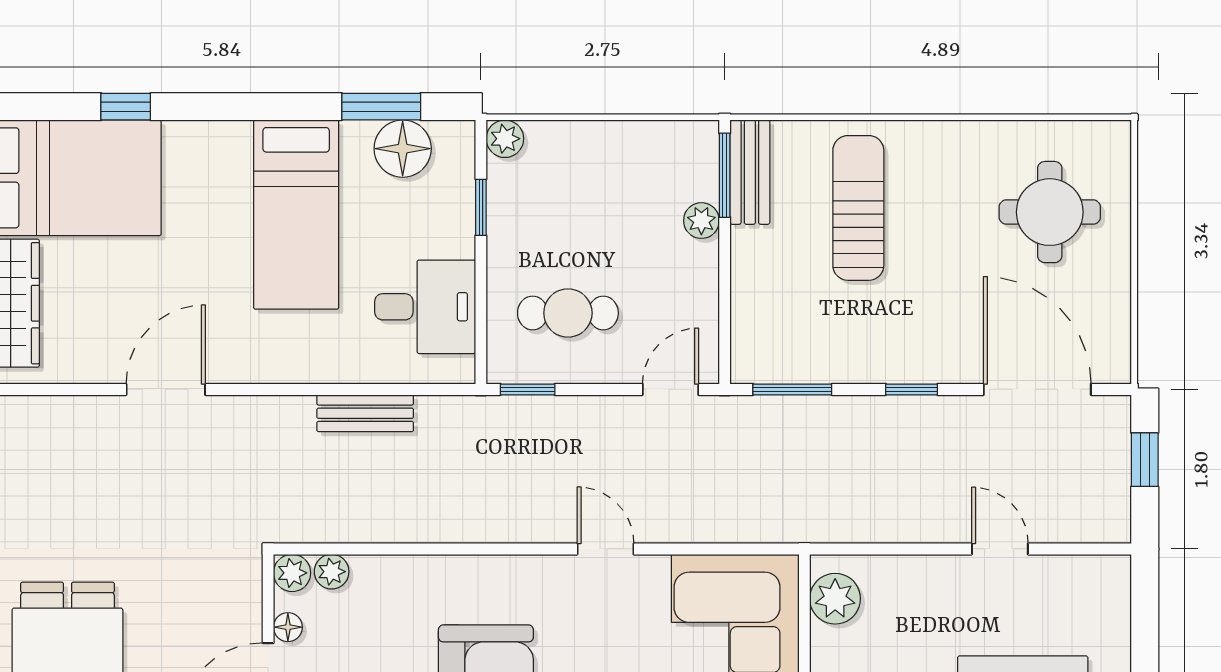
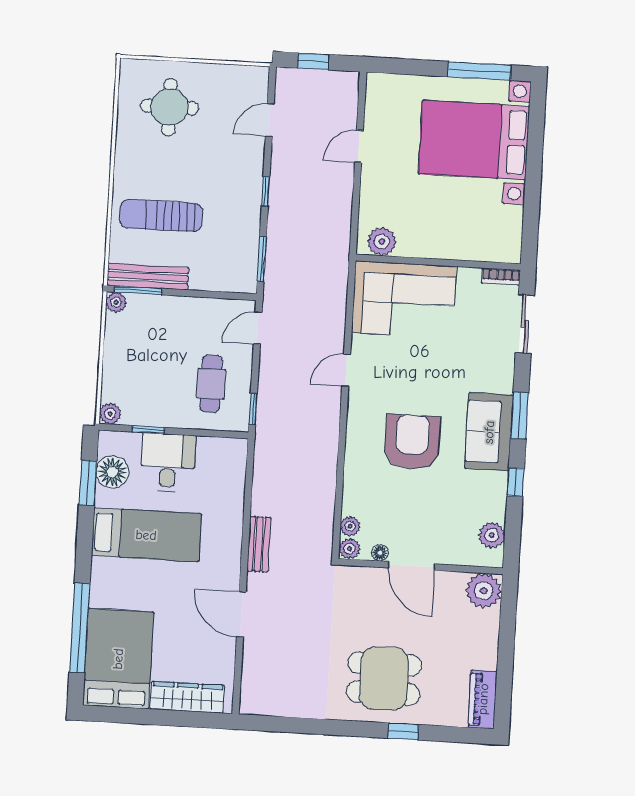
window: (126, 107) -> (80, 628), width x3.17
bench: (750, 172) -> (148, 277), width x1.36
plant: (701, 221) -> (116, 302), moved
desk: (425, 307) -> (168, 463), moved
door: (670, 389) -> (258, 328), hinge flipped
door: (1037, 389) -> (270, 120), width x0.53
bench: (365, 413) -> (259, 544), moved

